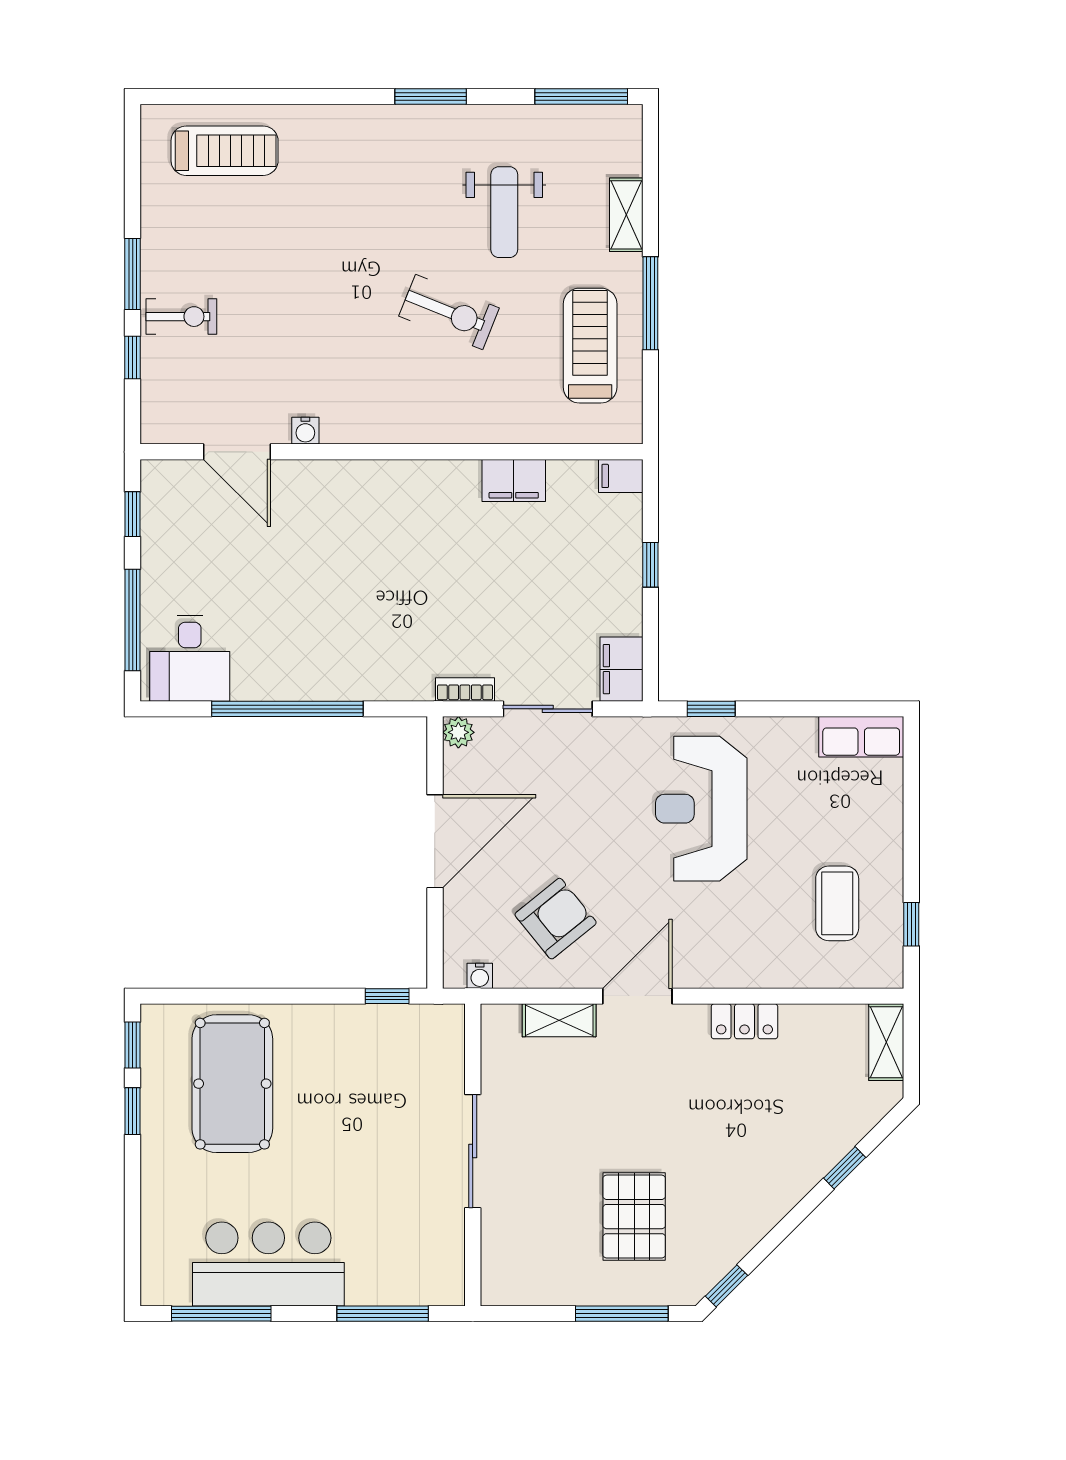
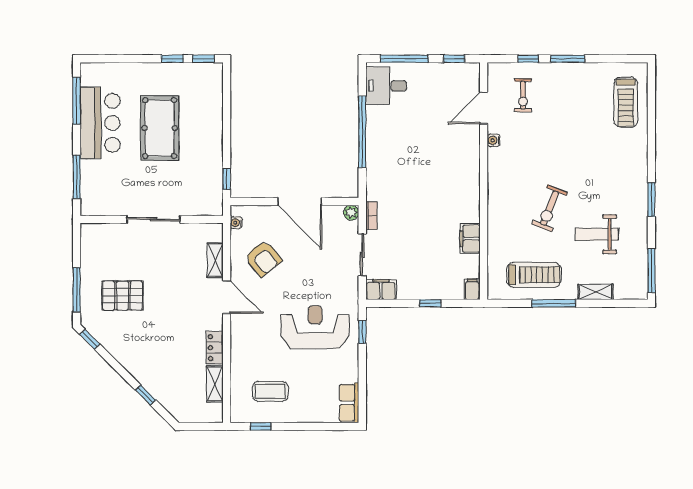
exercise bike: (181, 317) -> (523, 95), moved
shelving: (886, 1042) -> (215, 384), moved, turned 90
pool table: (232, 1084) -> (160, 128), moved, turned 90

